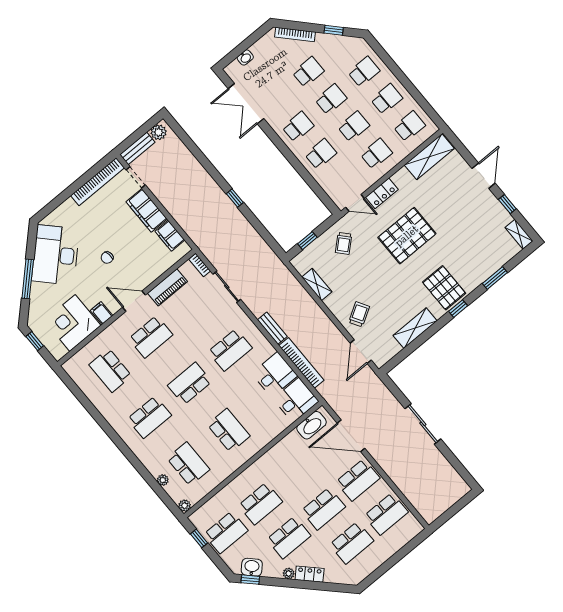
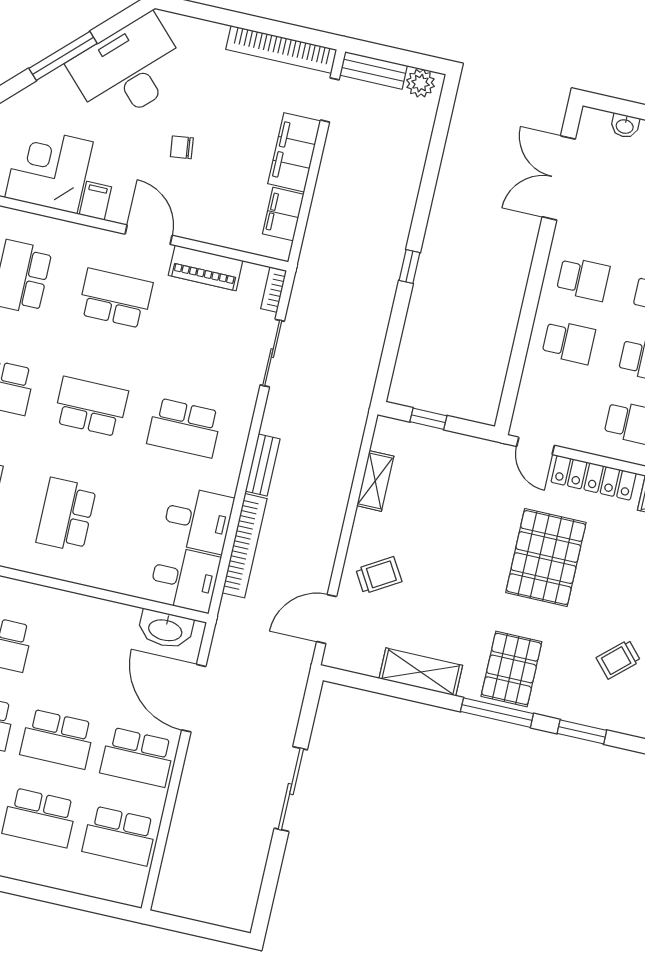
locker: (382, 193) -> (594, 478), width x1.53
pallet: (407, 236) -> (546, 558), turned 90
trolley: (344, 243) -> (618, 659), moved
window: (458, 309) -> (497, 713), width x2.17
school desk: (151, 337) -> (115, 298), turned 180
school desk: (229, 430) -> (66, 515), turned 180

